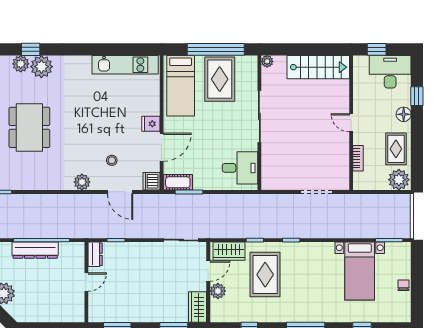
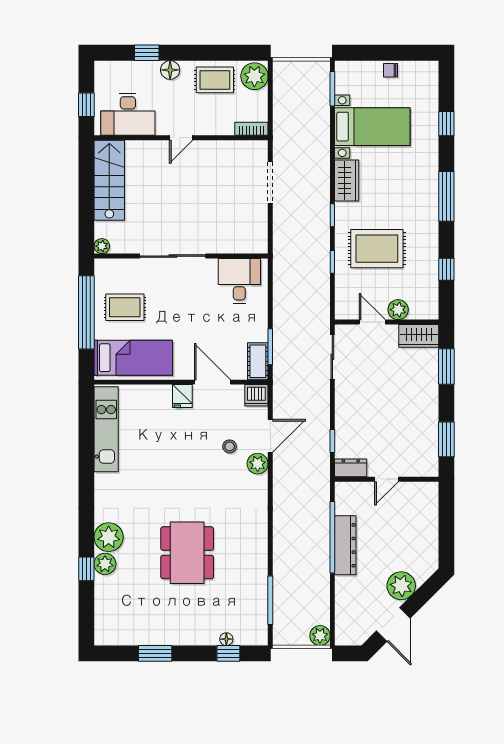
window: (31, 49) -> (86, 569), moved
desk: (390, 72) -> (128, 114), moved, turned -90
rug: (220, 79) -> (125, 307), width x0.73, depth x0.70
dining table: (29, 127) -> (187, 553), turned 90
bookcase: (358, 158) -> (251, 129), moved
plant: (82, 182) -> (258, 464), moved
wardrobe: (229, 251) -> (347, 180), moved
door: (86, 282) -> (387, 479), swing flipped

